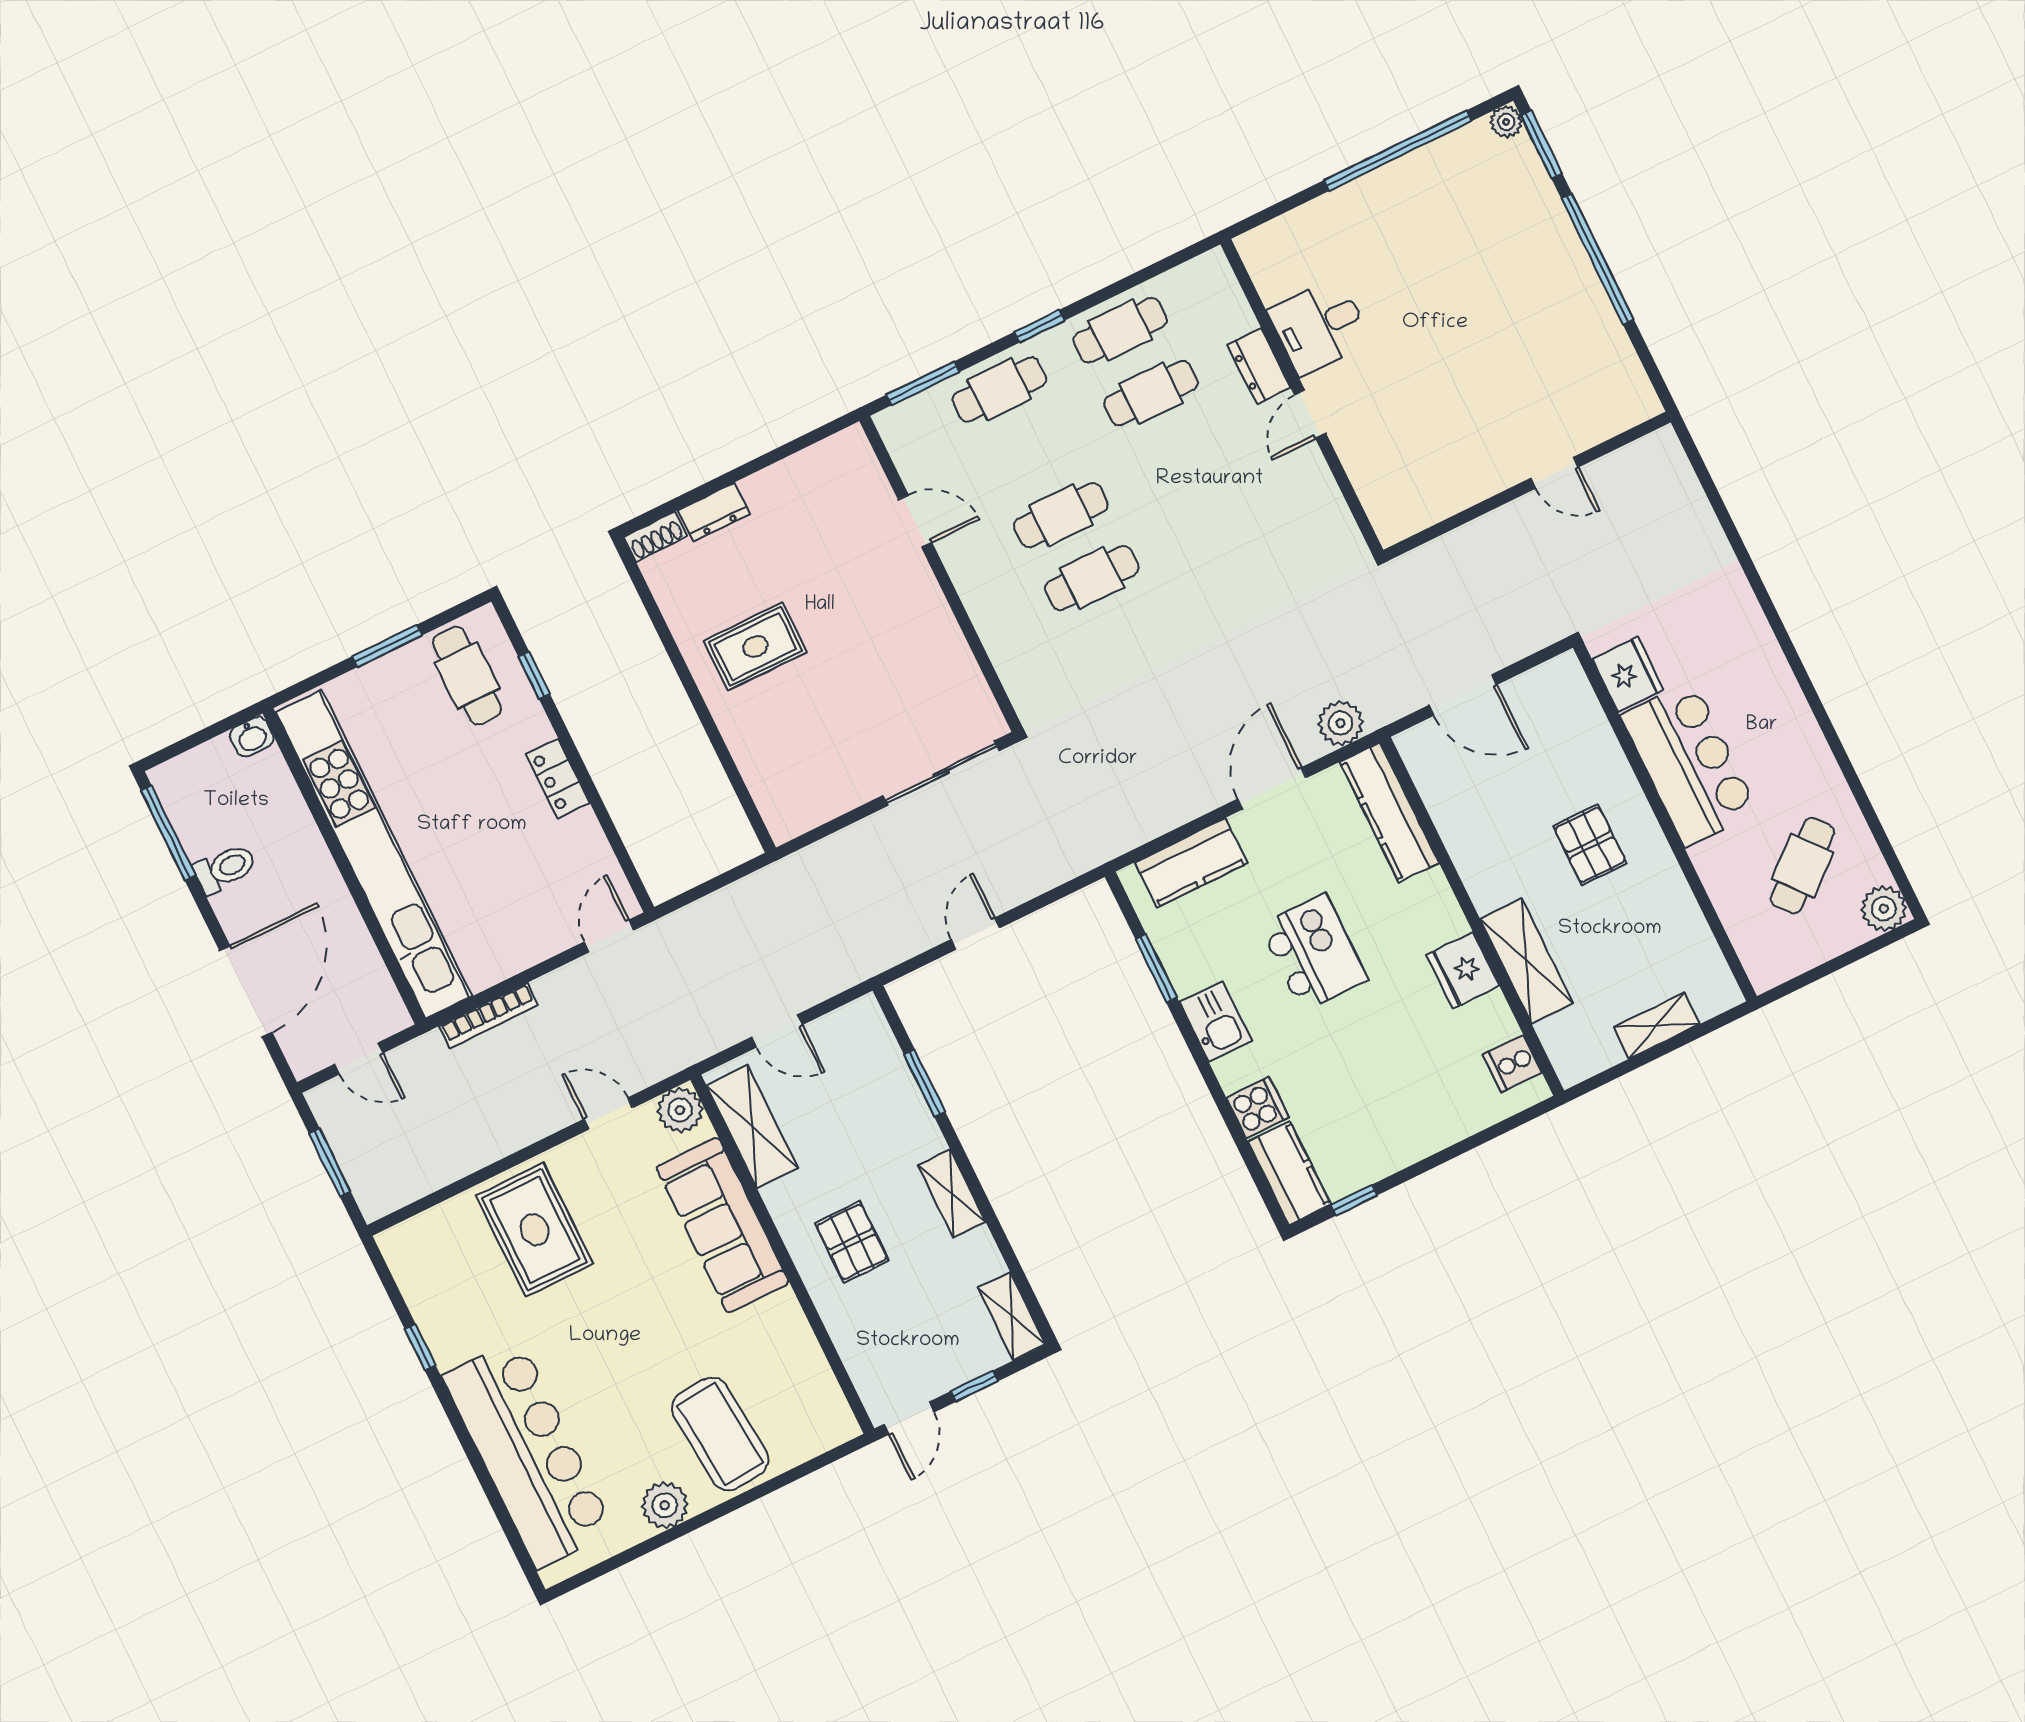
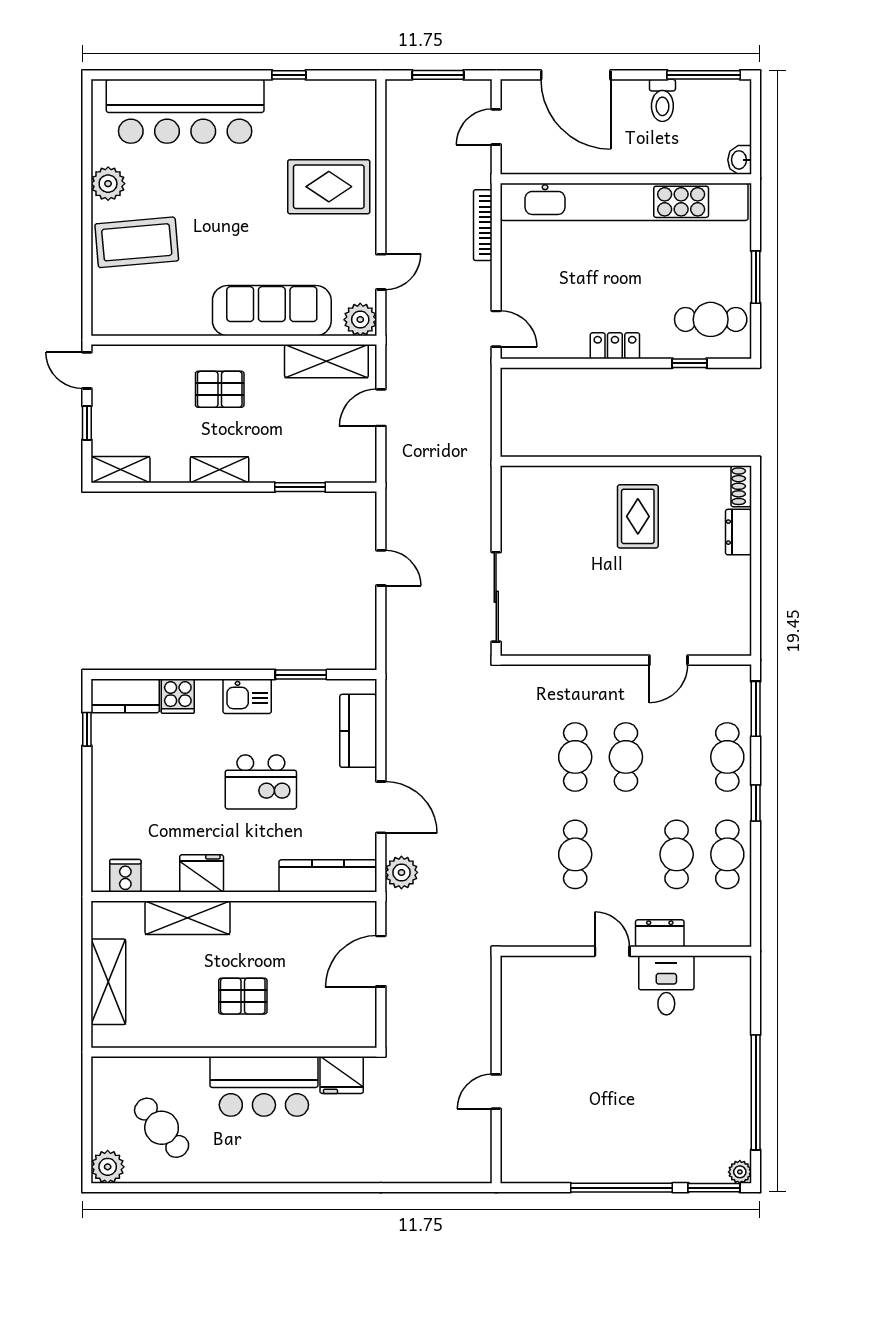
cafe table: (1213, 519) -> (575, 854), added
shelving: (1657, 1025) -> (108, 982), width x1.50, depth x1.33

